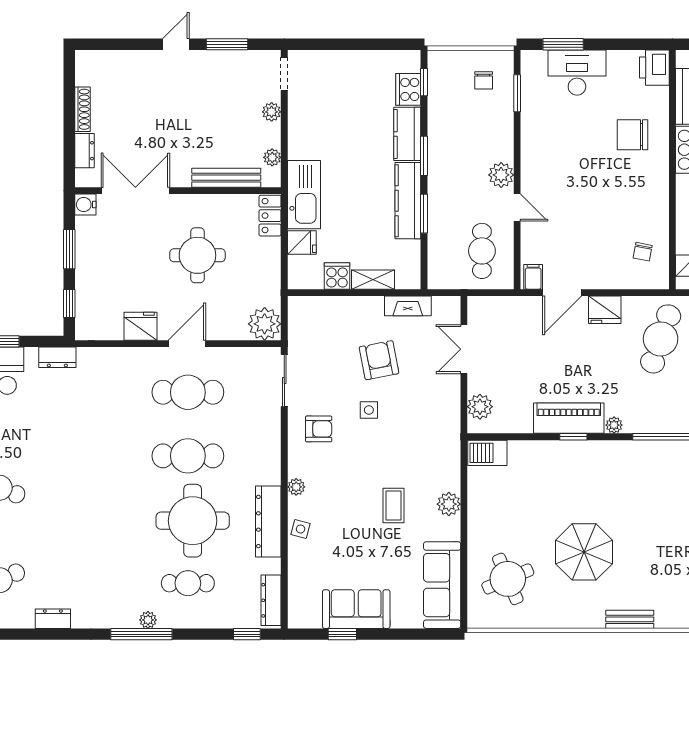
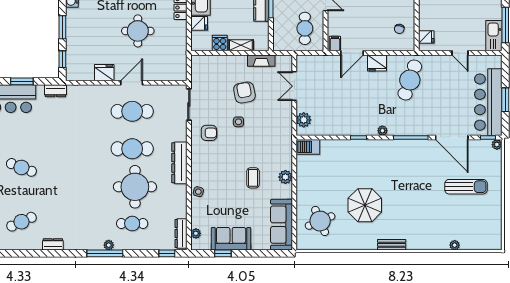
plant: (265, 324) -> (177, 71), removed
piano: (569, 418) -> (356, 127), removed
plant: (296, 487) -> (196, 233), moved
dresser: (268, 522) -> (179, 163), moved

